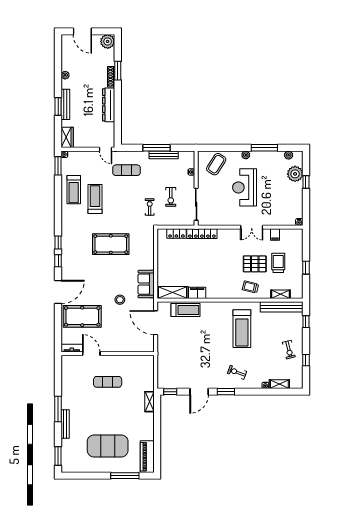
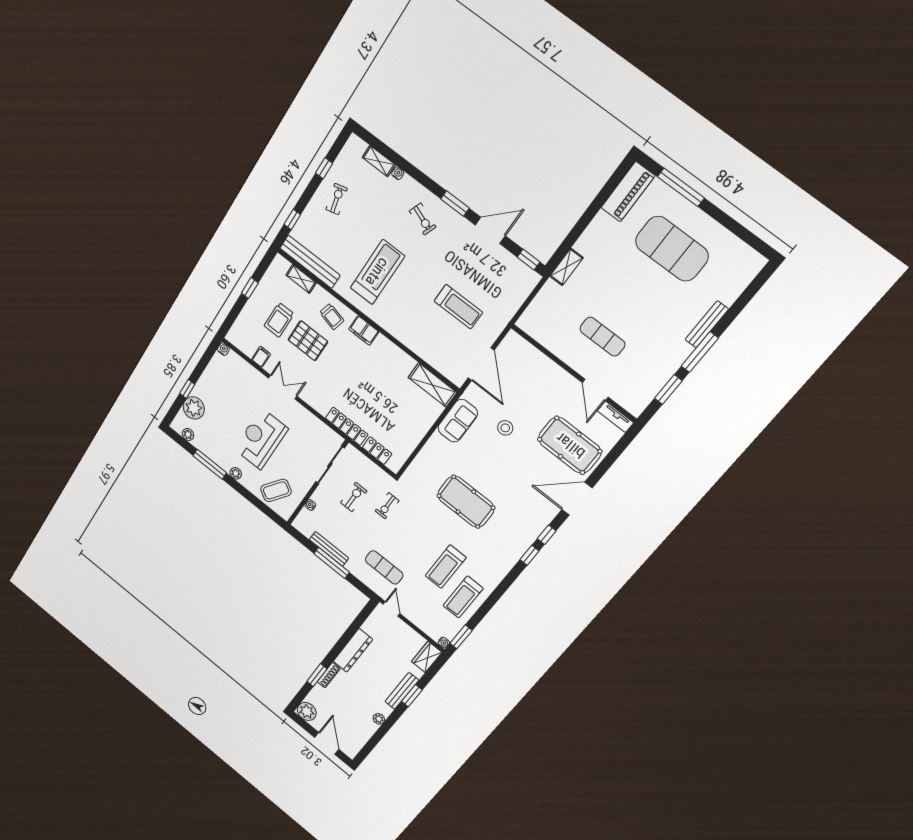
reception desk: (245, 187) -> (261, 439), turned 180
treadmill: (74, 190) -> (463, 597), turned 180
filing cabinet: (197, 293) -> (364, 330), moved
treadmill: (186, 310) -> (458, 307), moved, turned 180
window: (58, 456) -> (668, 389), moved

